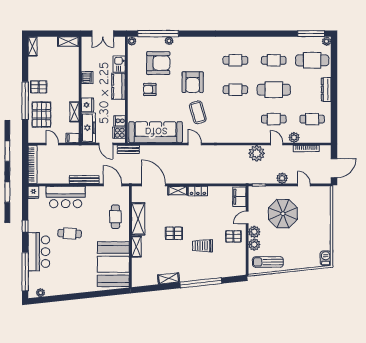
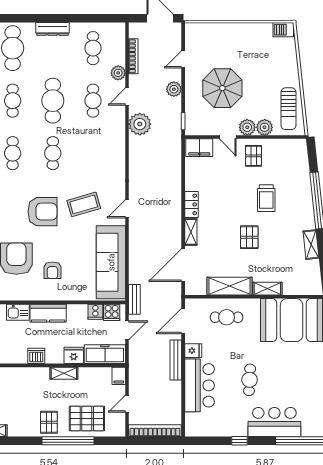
shelving: (74, 112) -> (64, 373), moved
fridge: (33, 192) -> (193, 351), moved

